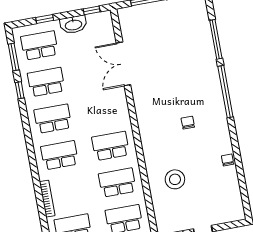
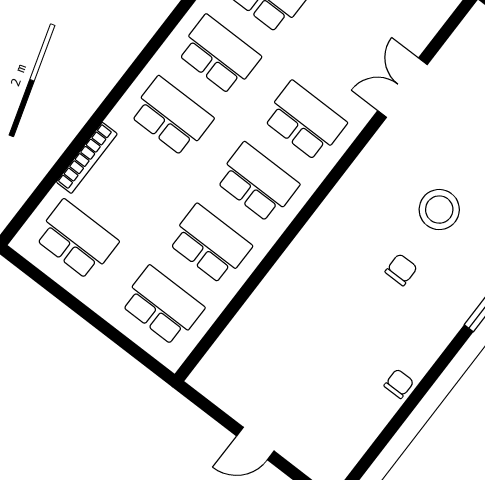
double door: (123, 64) -> (403, 88), width x0.73
school desk: (104, 109) -> (305, 121), added
stool: (175, 179) -> (439, 210), moved

